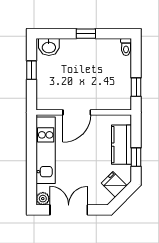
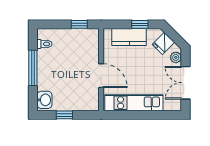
window: (86, 34) -> (33, 68), width x2.17
toilet: (126, 47) -> (44, 44), moved
plant: (43, 199) -> (176, 57), moved

